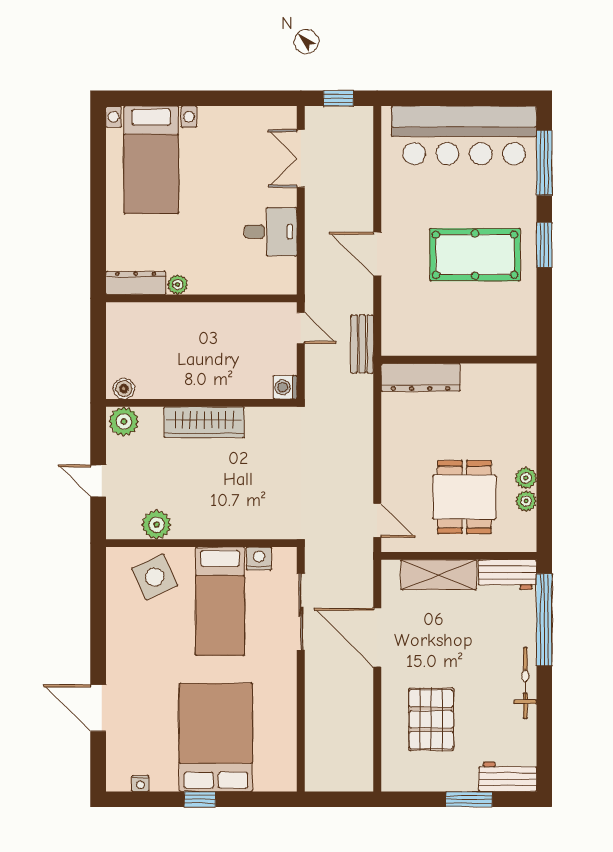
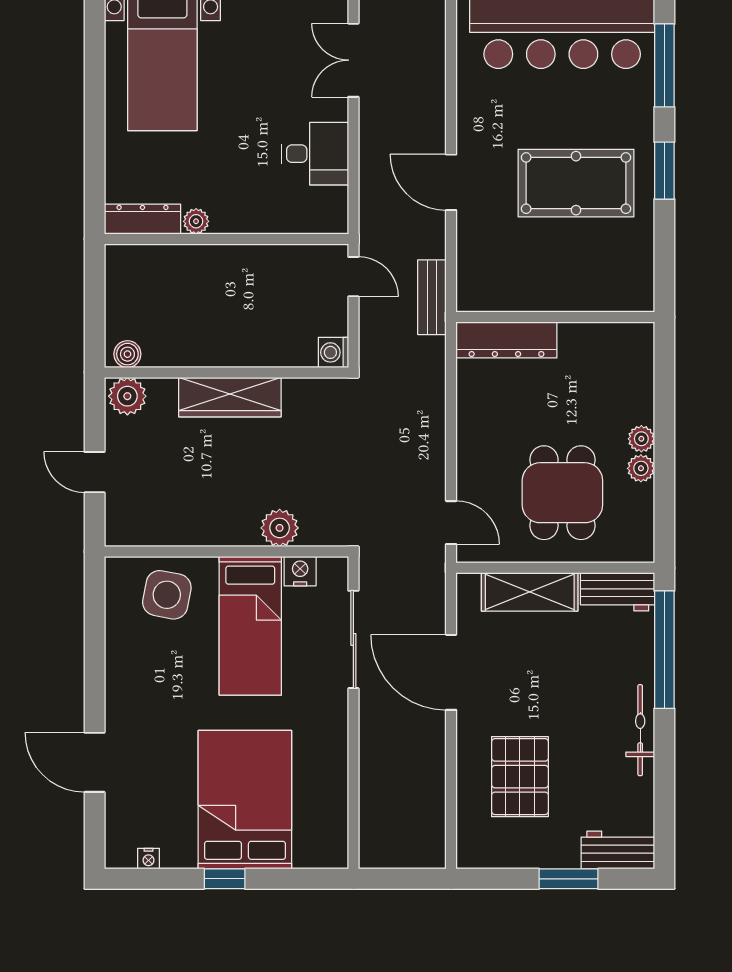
plant: (526, 501) -> (641, 439), moved
plant: (157, 525) -> (280, 528), moved
side table: (155, 577) -> (167, 595), turned 36

